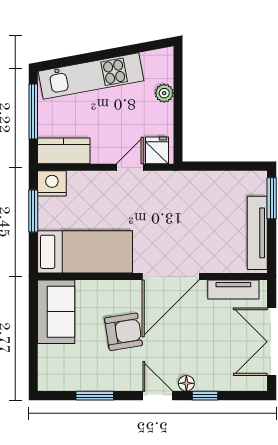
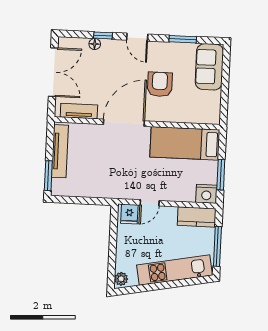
plant: (164, 93) -> (121, 279), moved
sofa: (56, 312) -> (209, 67), moved
armchair: (123, 332) -> (160, 84), turned 99
floor lamp: (186, 383) -> (95, 44), moved

